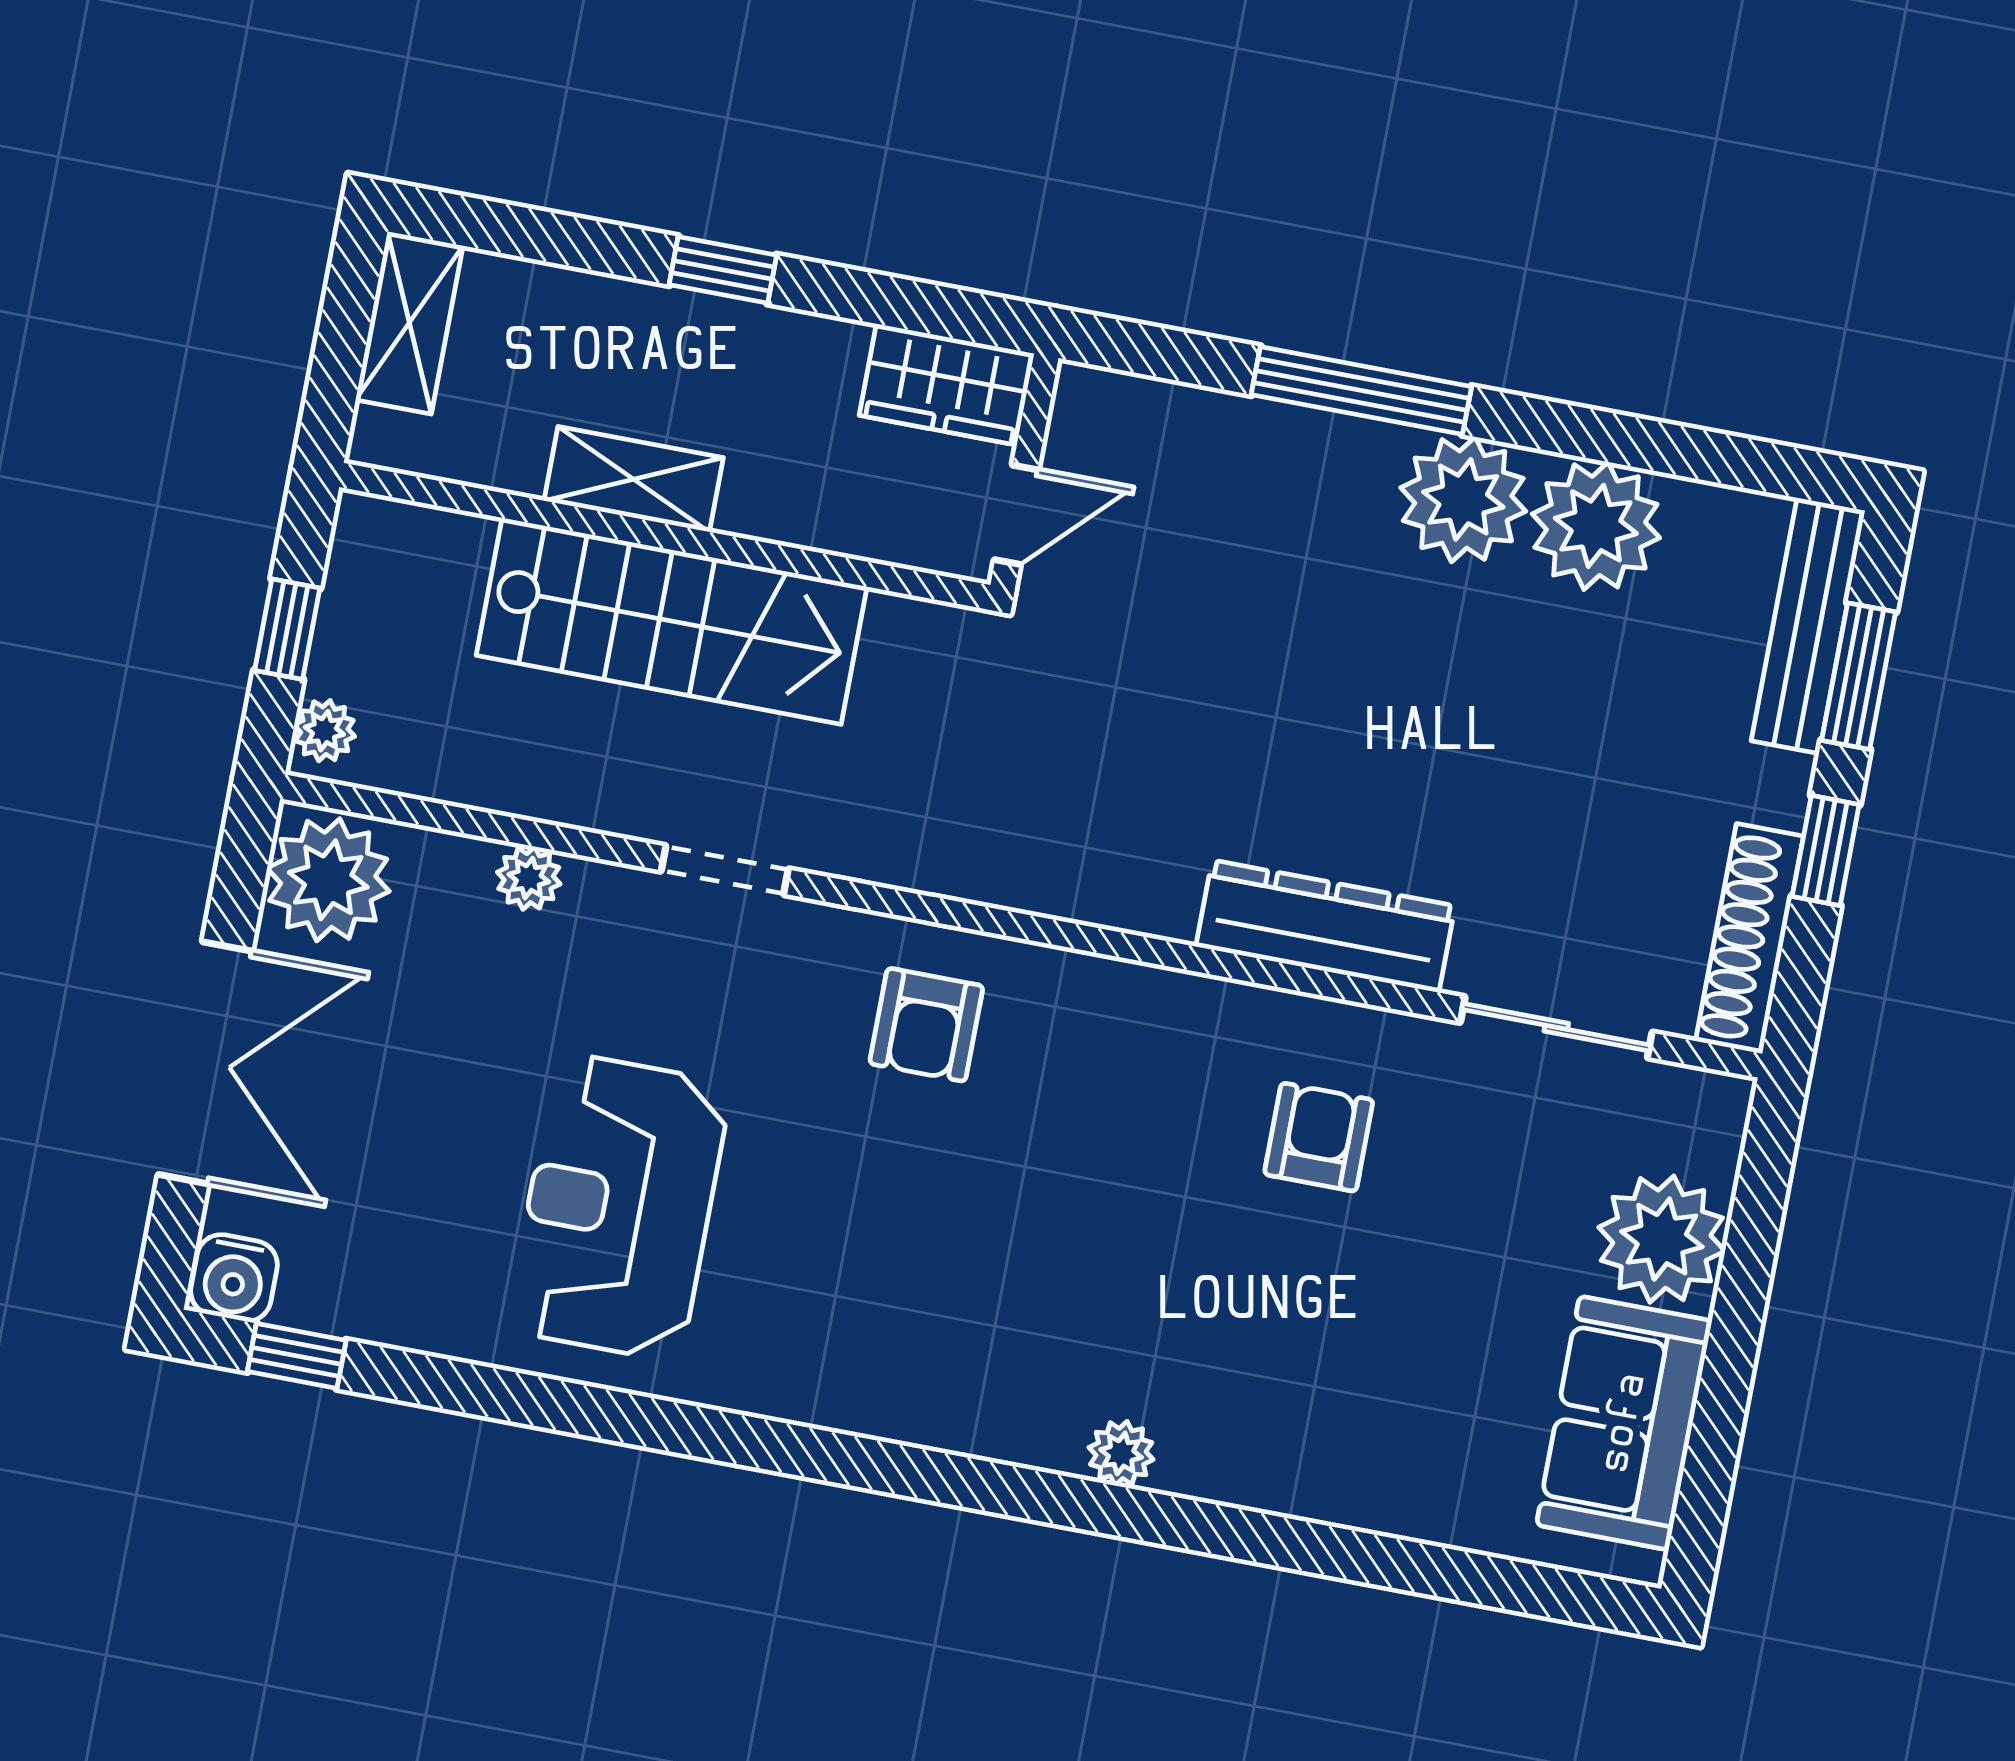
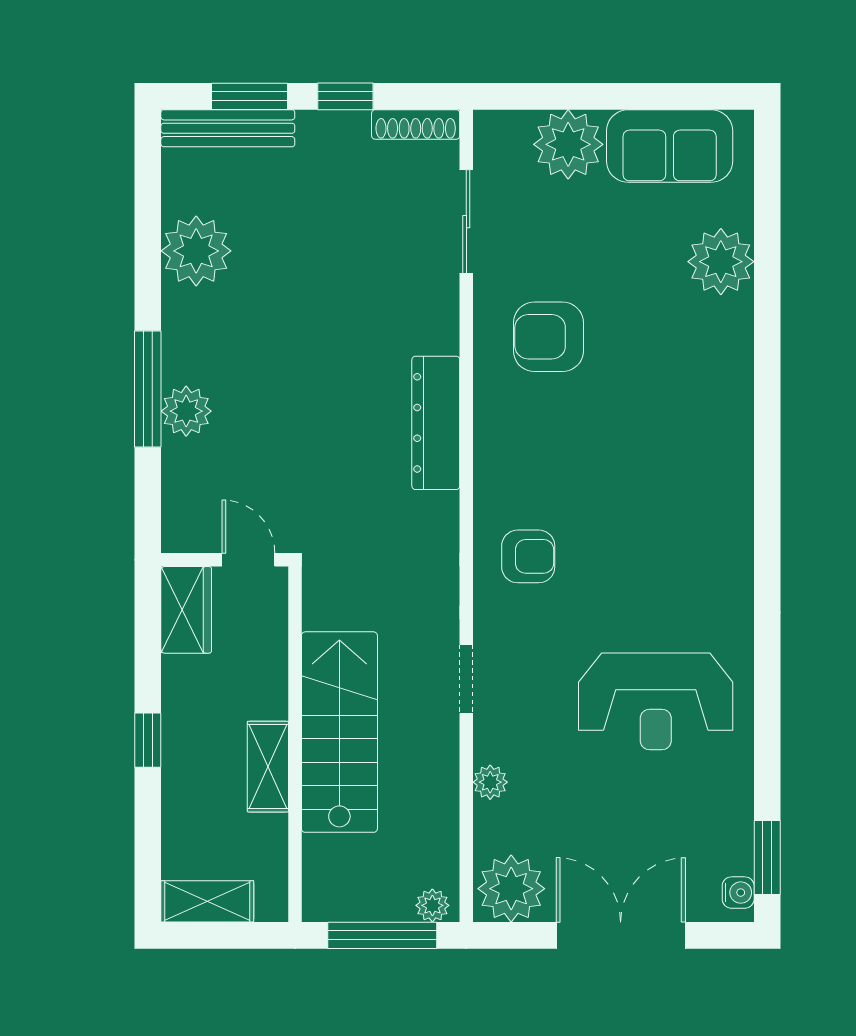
plant: (1463, 499) -> (186, 411), moved, width x0.73, depth x0.73
window: (287, 629) -> (382, 935), width x2.17
dresser: (1326, 926) -> (436, 423), moved
shoe rack: (1749, 939) -> (416, 124), width x0.74, depth x0.81
armchair: (1319, 1137) -> (548, 337), width x1.38, depth x1.38
water cooler: (234, 1278) -> (738, 893), width x0.72, depth x0.72
window: (297, 1356) -> (767, 857), width x1.50
plant: (1121, 1453) -> (721, 262), moved, width x1.88, depth x1.88

